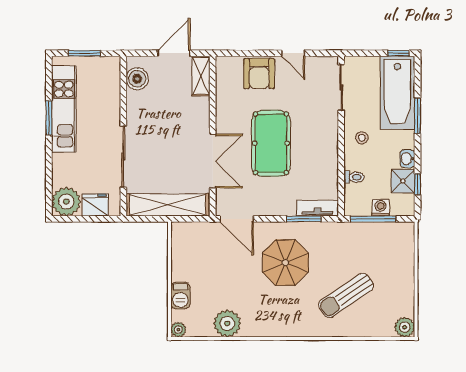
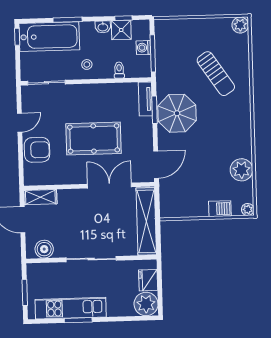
sliding door: (123, 156) -> (91, 259), moved
parasol: (285, 263) -> (177, 113), moved

